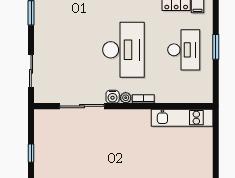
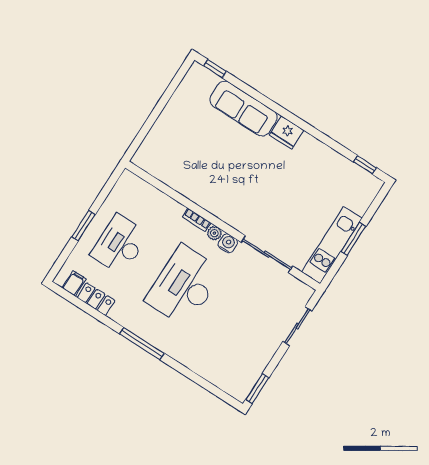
kitchen unit: (182, 118) -> (332, 245), moved, turned -90
window: (31, 153) -> (353, 239), width x1.50

